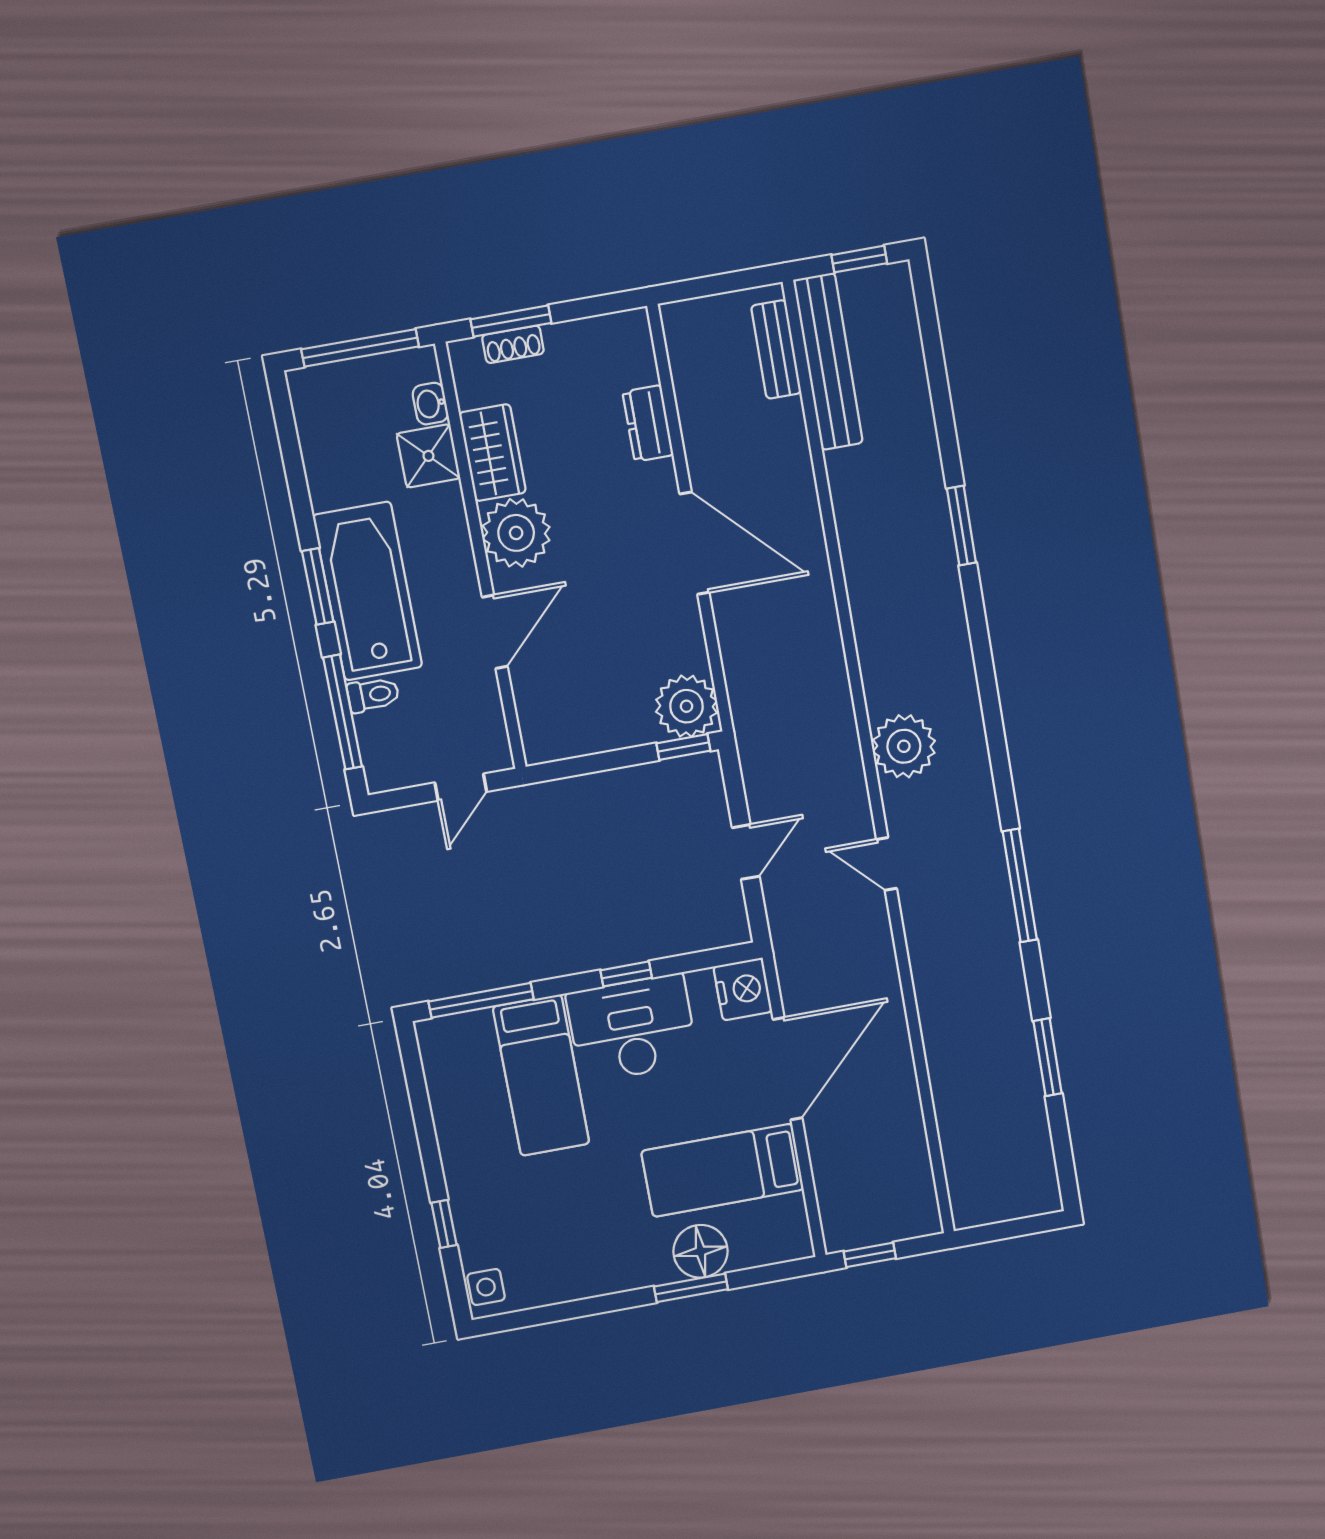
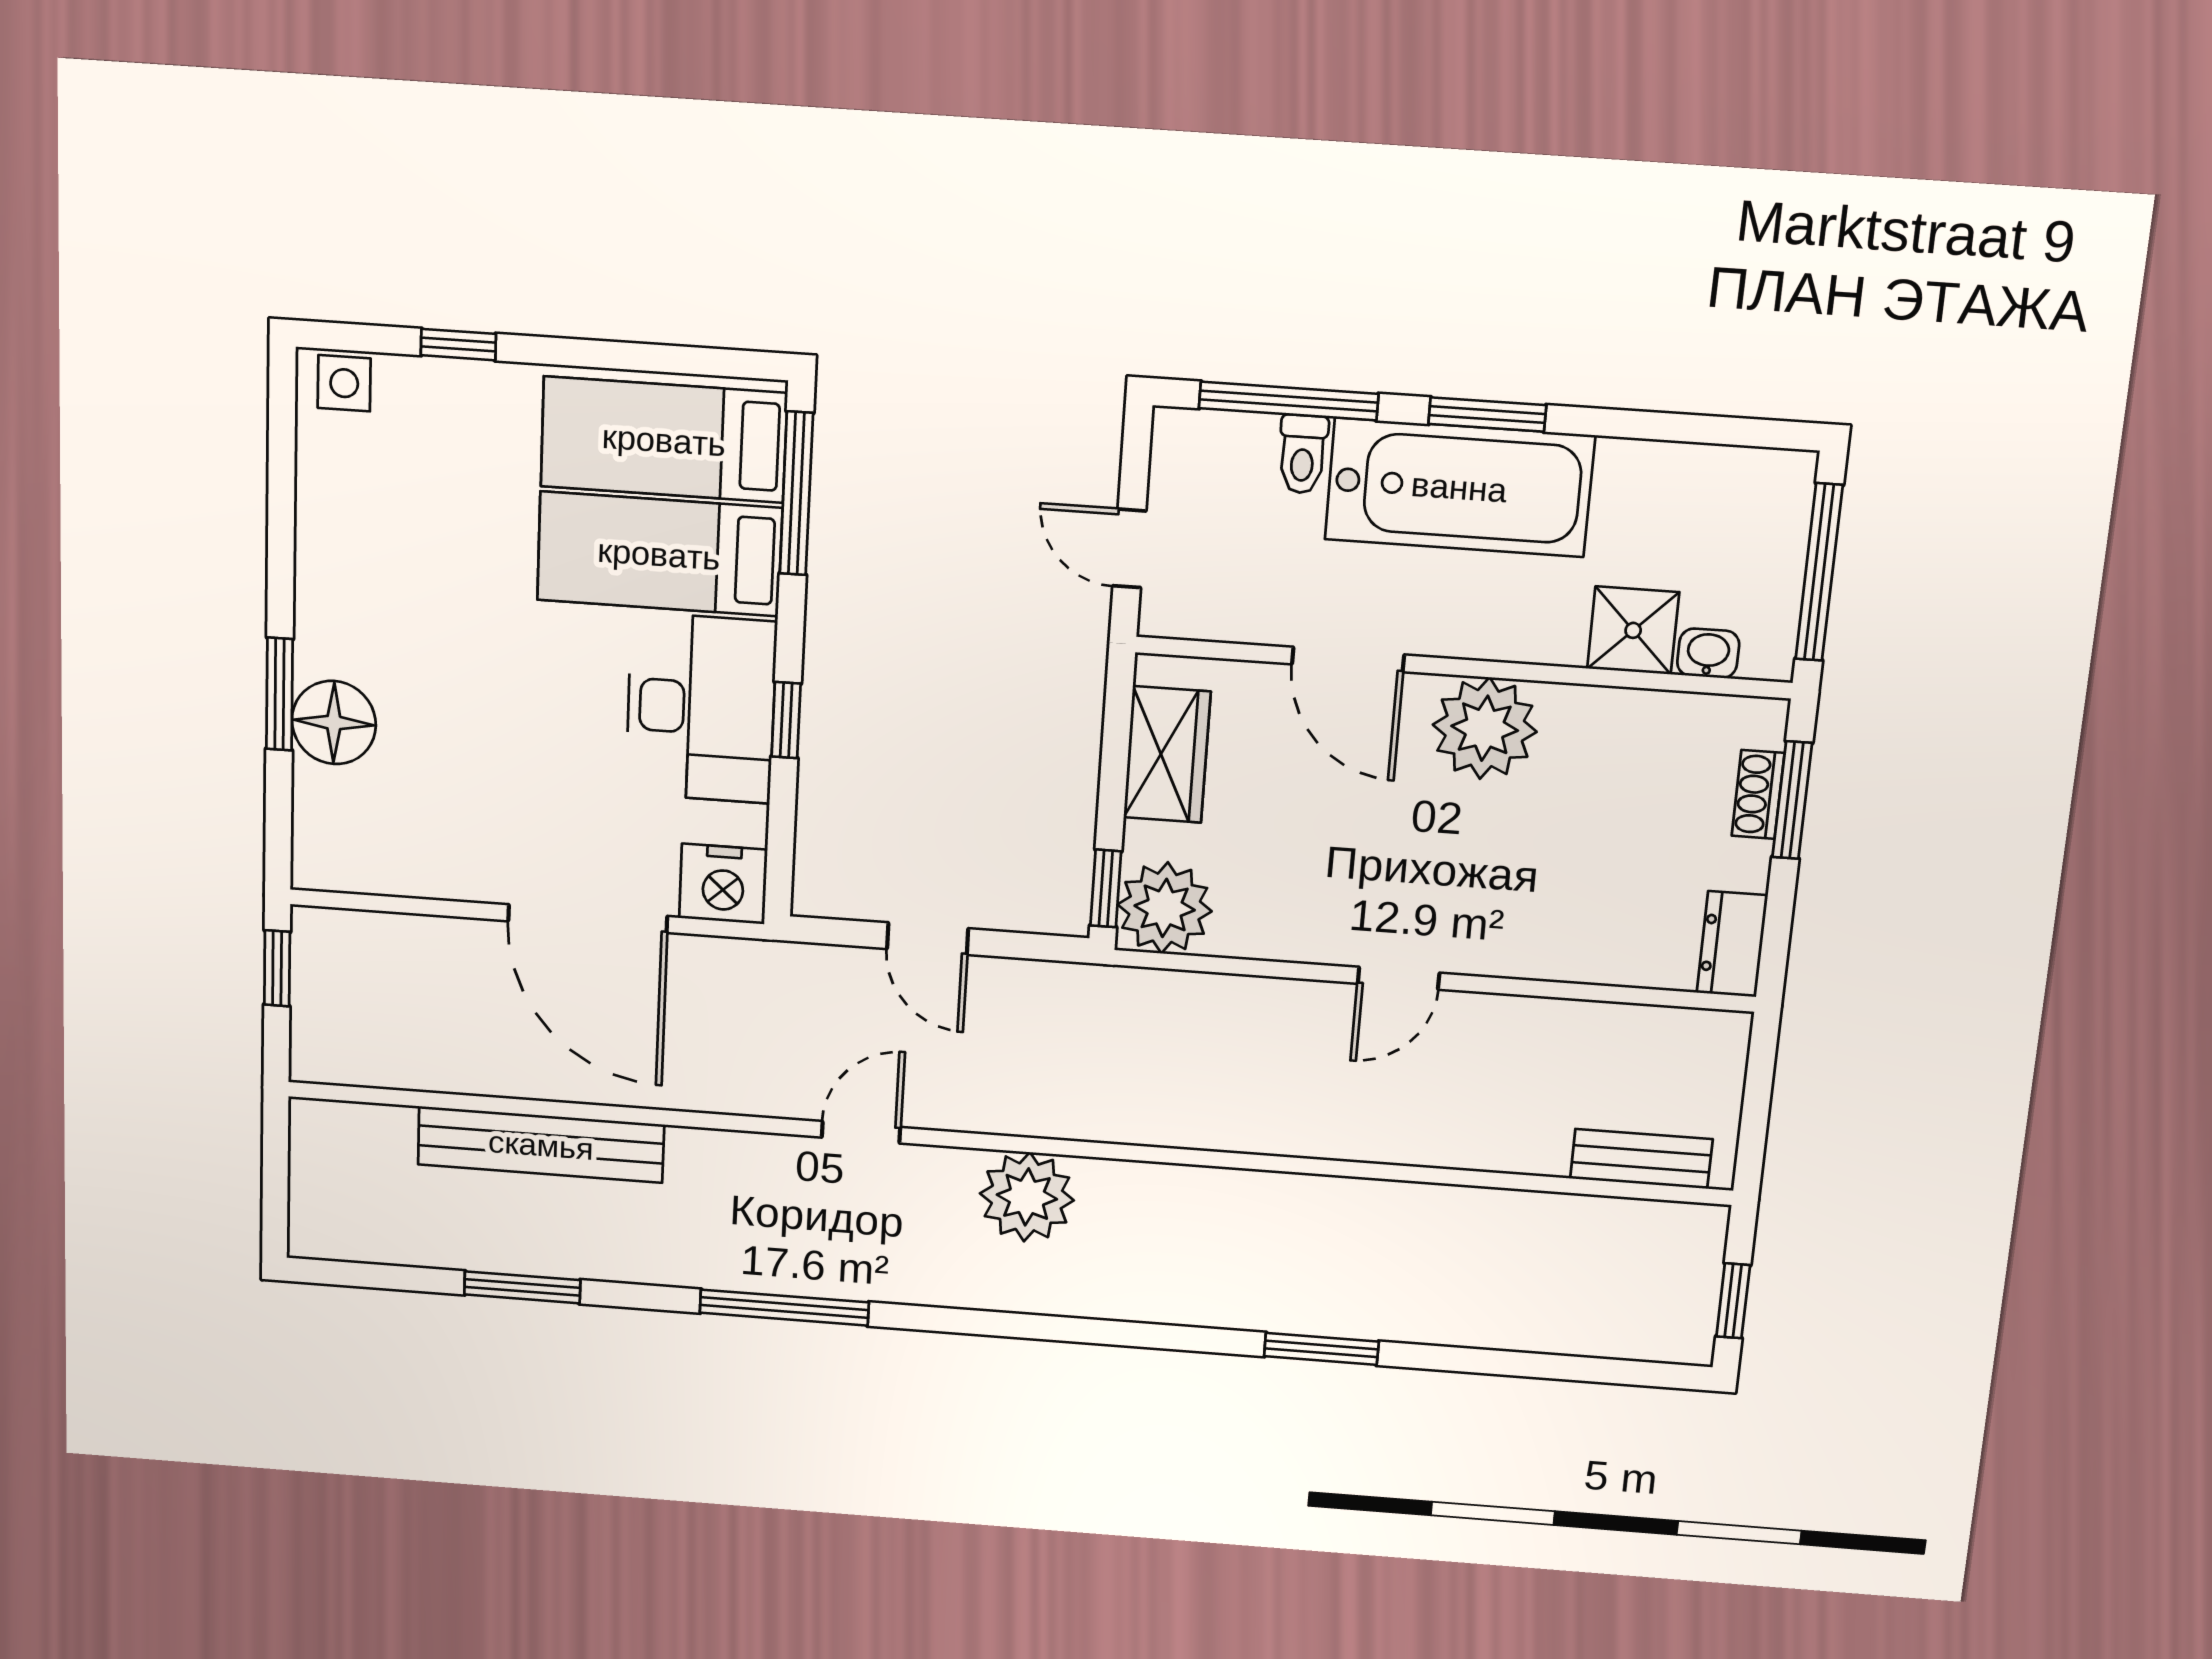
bench: (828, 362) -> (541, 1145), moved
dresser: (648, 423) -> (1732, 944), moved, turned -90
wardrobe: (492, 453) -> (1167, 755), moved, turned -90
door: (694, 543) -> (1399, 978), width x0.53
bed: (723, 1170) -> (664, 440), moved, turned -90

